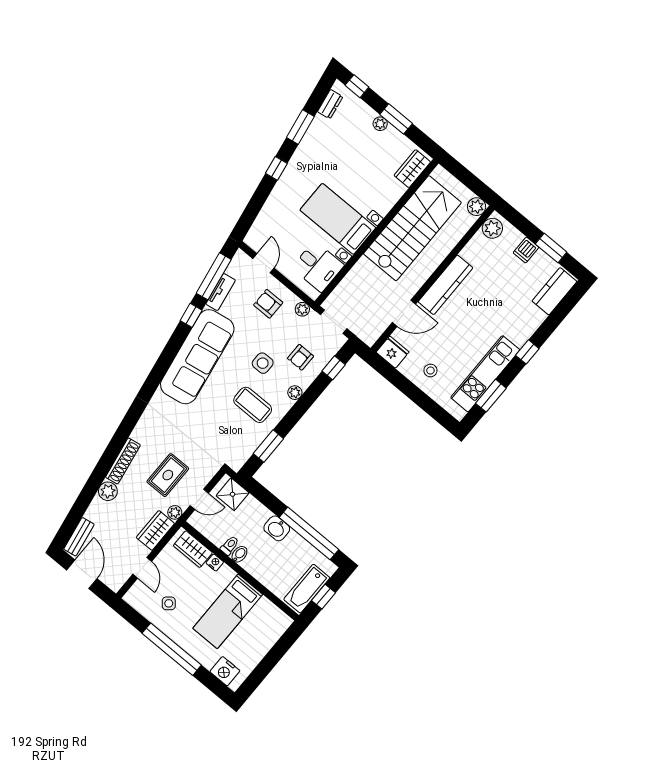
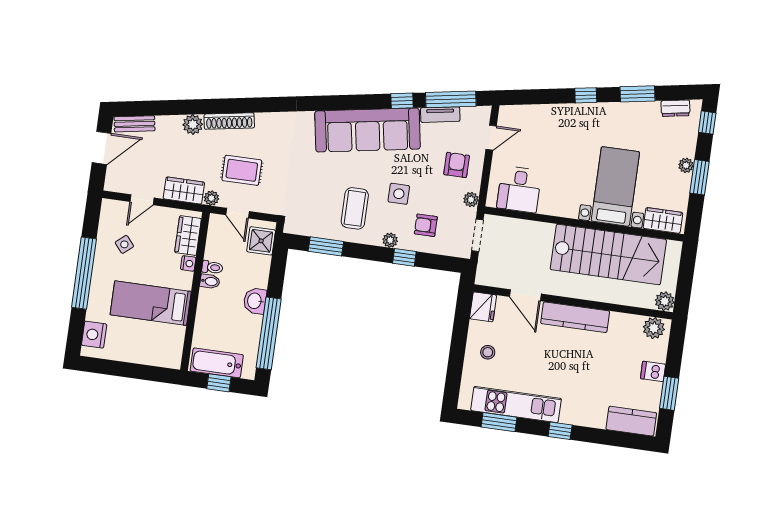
bed with nightstands: (338, 219) -> (615, 186), moved
window: (334, 368) -> (404, 257), moved

